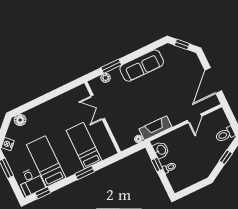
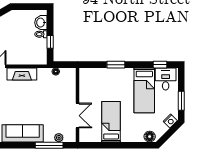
window: (111, 66) -> (49, 145), width x1.44
fireplace: (156, 128) -> (22, 74), moved
bed: (84, 146) -> (111, 122), moved, turned 180
washbasin: (161, 150) -> (41, 23), moved

